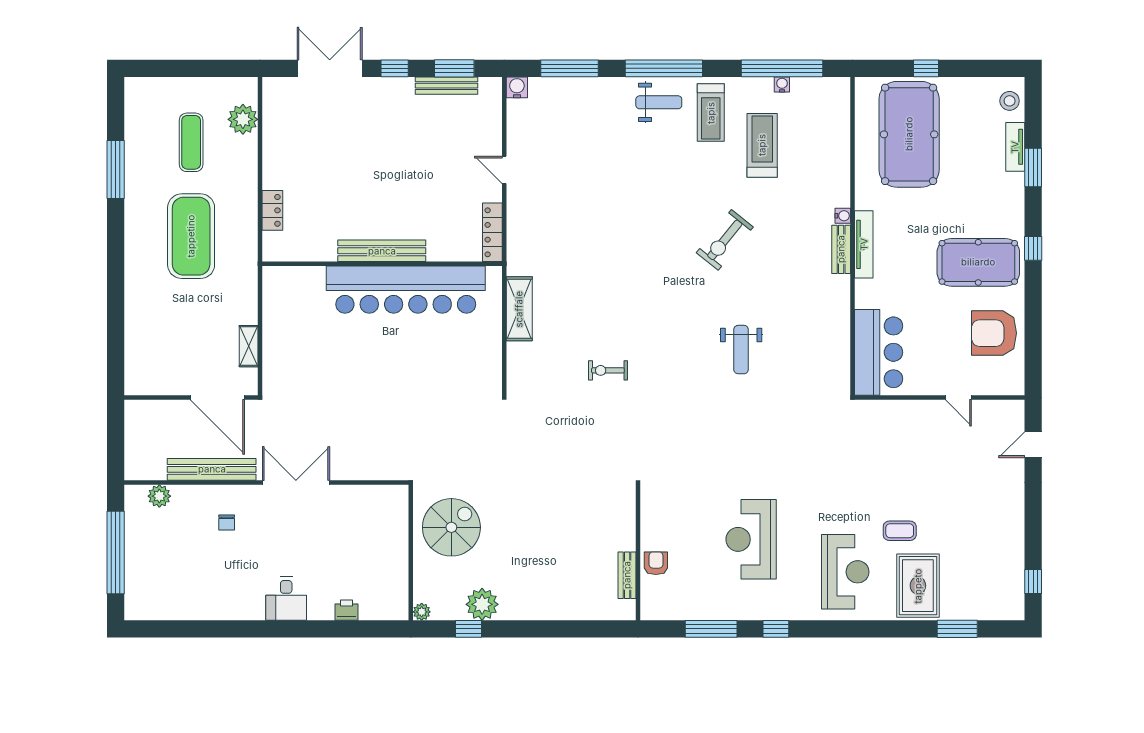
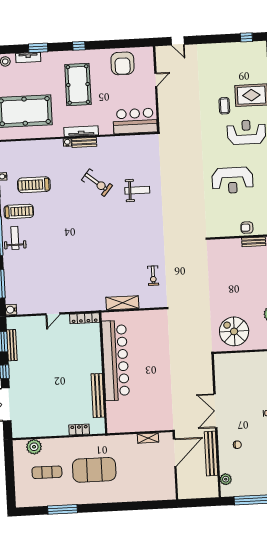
exercise bike: (725, 240) -> (97, 183), moved
bench: (382, 251) -> (98, 395), moved
pool table: (978, 262) -> (78, 84), moved
exercise bike: (608, 370) -> (153, 276), moved

